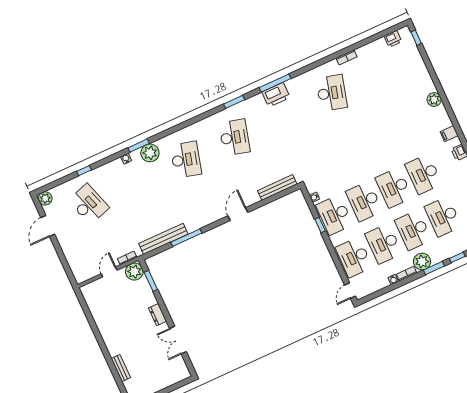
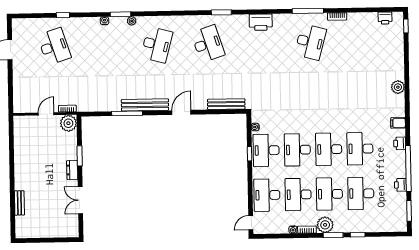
window: (275, 83) -> (308, 11), moved
desk: (234, 137) -> (208, 44), turned -33
plant: (150, 153) -> (132, 21), width x0.53, depth x0.53
plant: (45, 198) -> (18, 25), removed
bench: (163, 239) -> (145, 105), moved
window: (151, 281) -> (80, 156), moved

